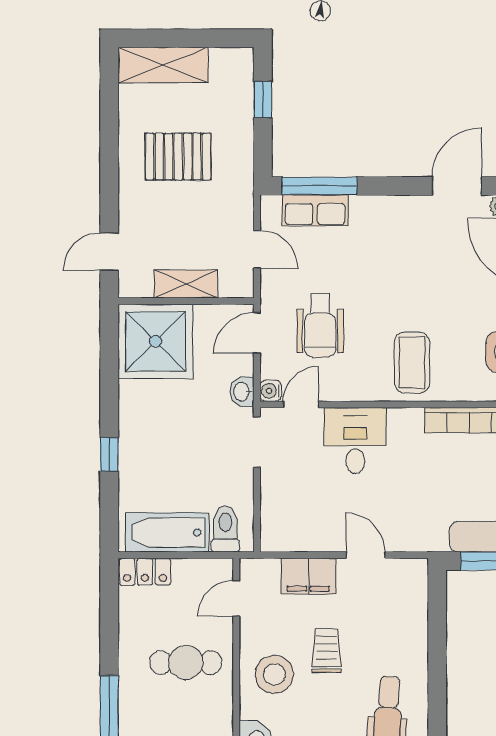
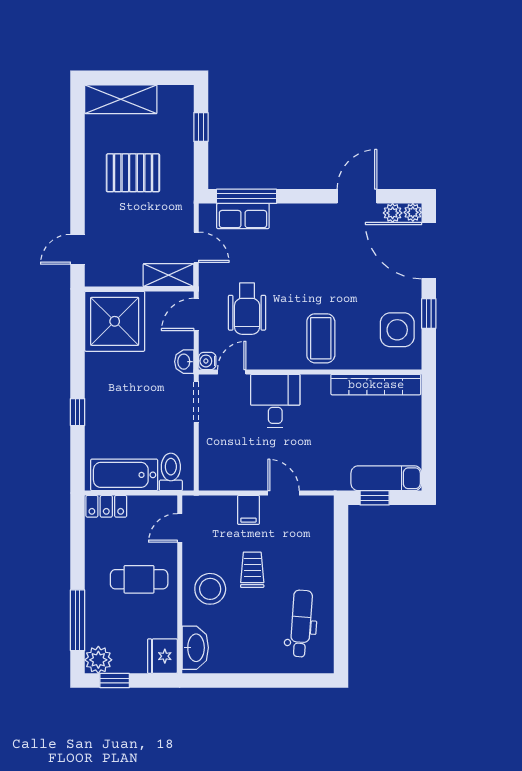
shelving: (186, 284) -> (169, 275), moved
filing cabinet: (308, 576) -> (248, 510), width x0.50

